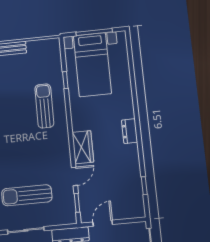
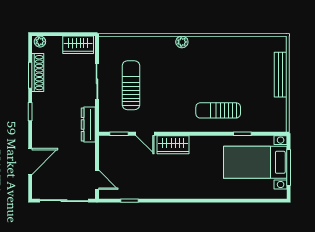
sun lounger: (44, 106) -> (218, 110), turned 180
dresser: (130, 131) -> (184, 192), removed
door: (103, 223) -> (97, 180), moved

